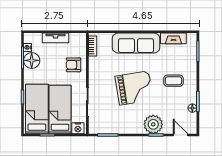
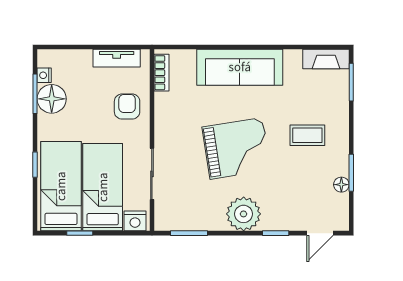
tv unit: (55, 38) -> (117, 58), moved
fireplace: (173, 38) -> (326, 59), moved
armchair: (74, 65) -> (127, 107), turned 90
plant: (153, 124) -> (244, 214), moved
door: (181, 135) -> (320, 233), swing flipped

